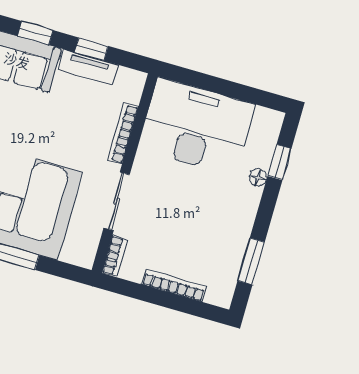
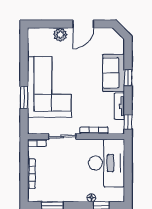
window: (91, 49) -> (128, 122), moved

